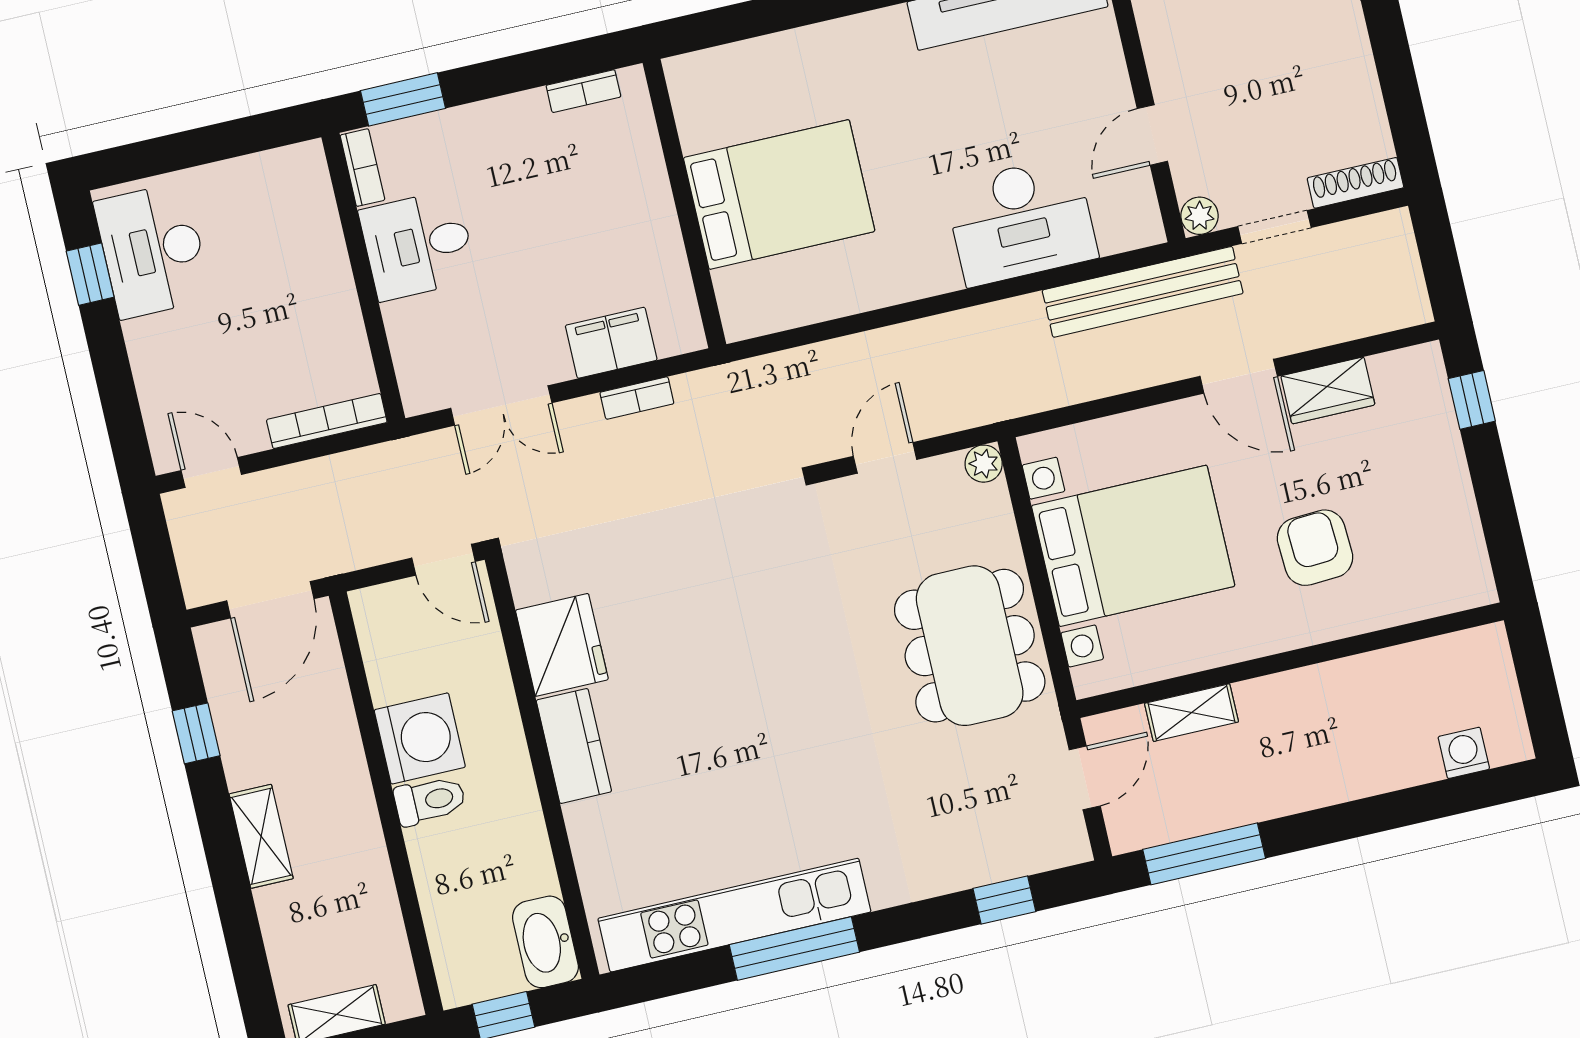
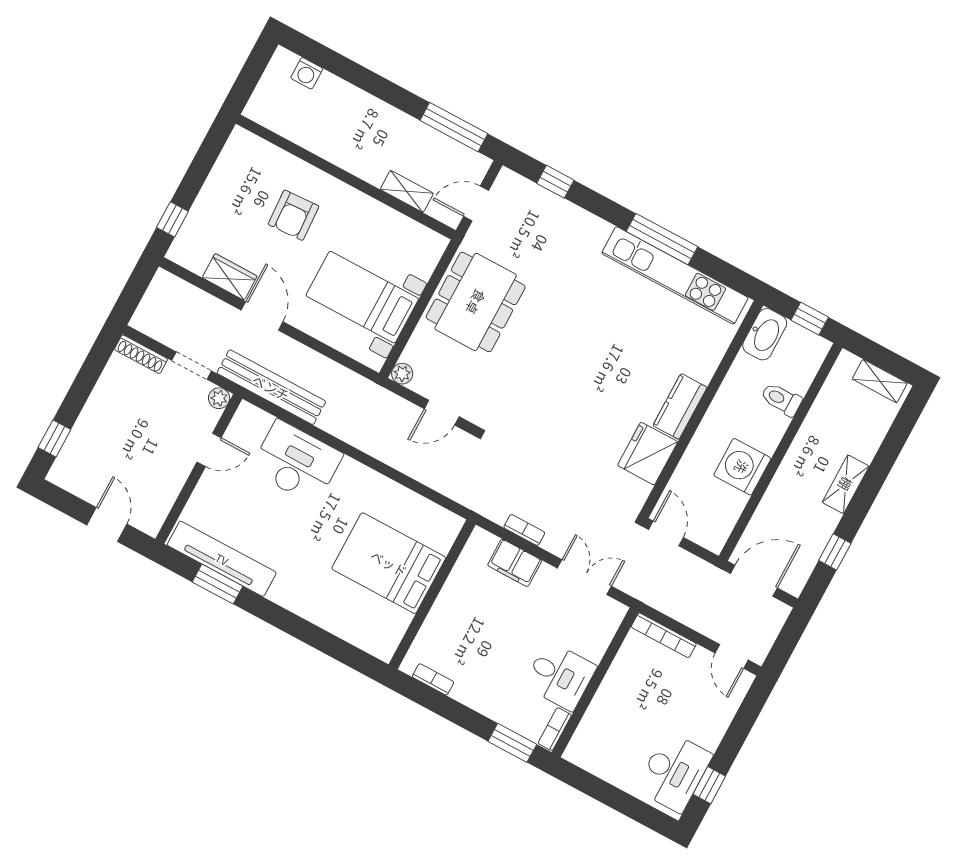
bed with nightstands: (1133, 546) -> (362, 297), width x0.73
toilet: (430, 800) -> (781, 399), moved

